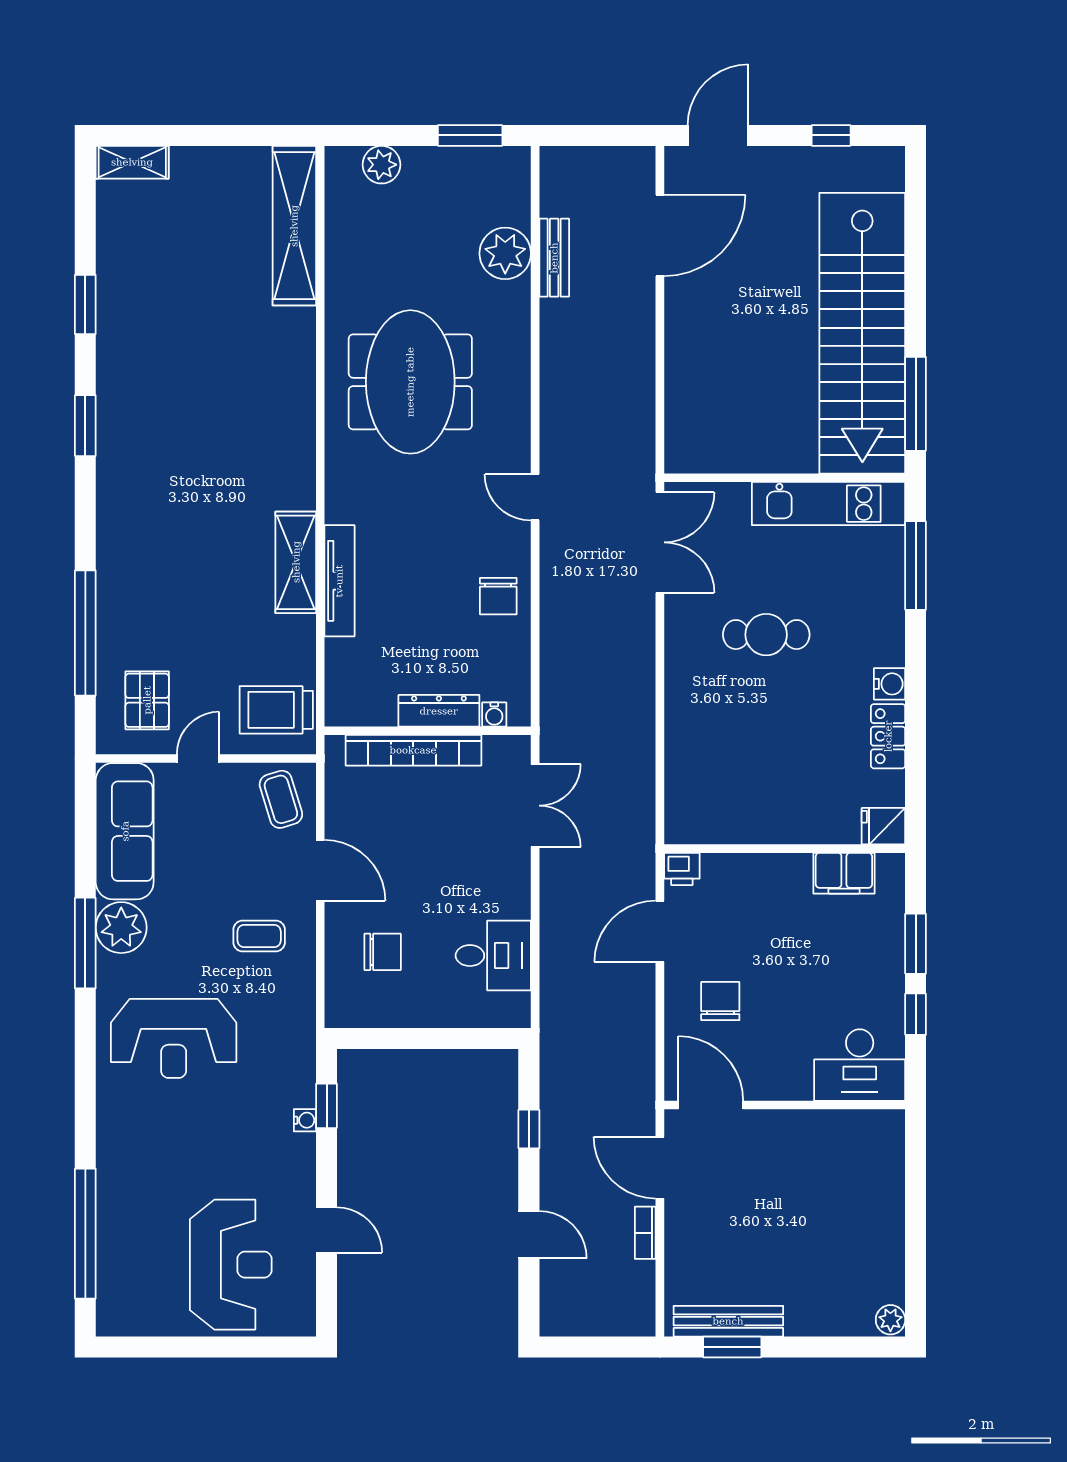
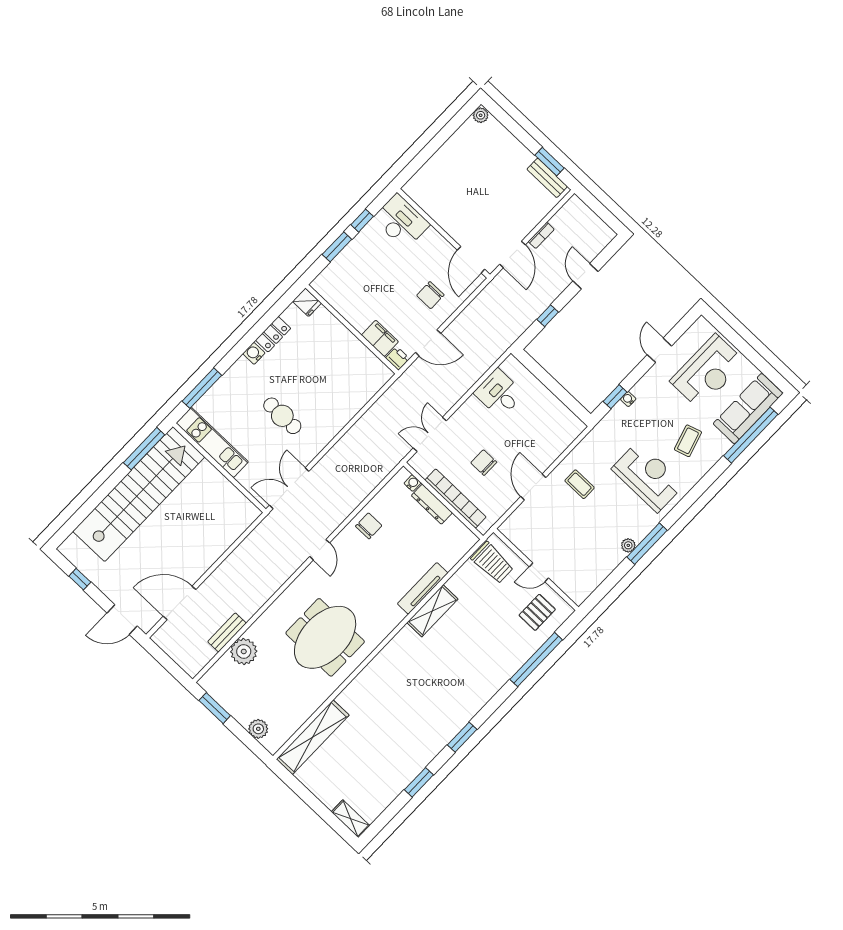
coffee table: (281, 799) -> (688, 441), moved
sofa: (125, 831) -> (748, 409), moved
filing cabinet: (844, 873) -> (380, 338), moved
plant: (121, 928) -> (628, 545), width x0.53, depth x0.53
chair: (383, 952) -> (484, 463), moved
reception desk: (231, 1265) -> (708, 372), turned 180
bench: (728, 1321) -> (547, 178), width x0.73

